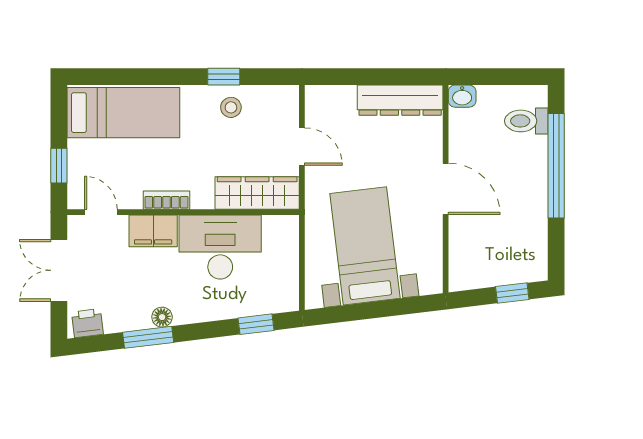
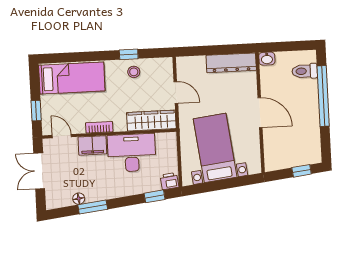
floor lamp: (162, 317) -> (79, 199), moved
printer: (87, 323) -> (169, 181), moved

